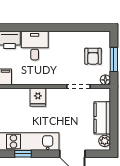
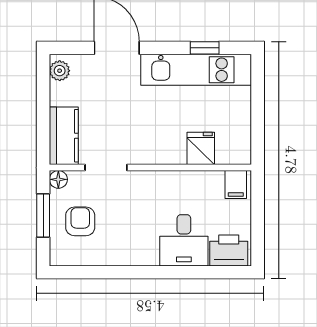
fridge: (38, 97) -> (201, 148), moved
kitchen counter: (102, 118) -> (64, 136), moved

